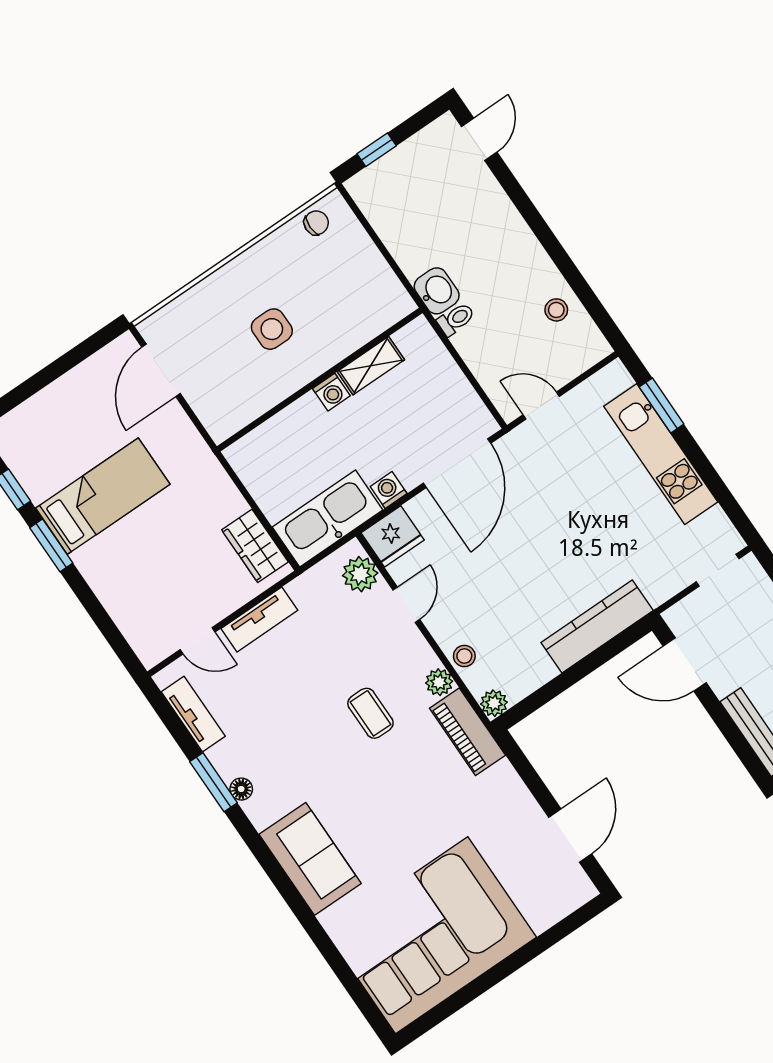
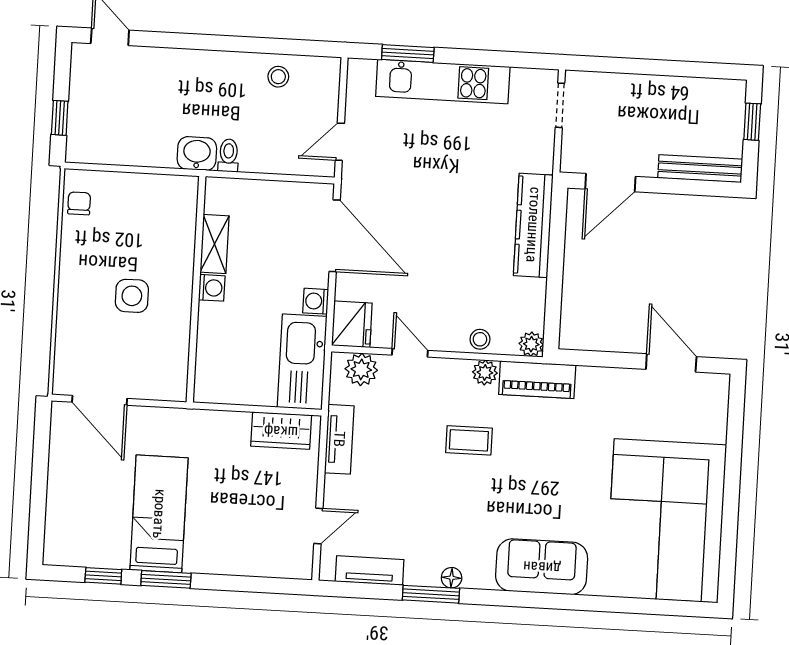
tv unit: (259, 619) -> (339, 439), moved

